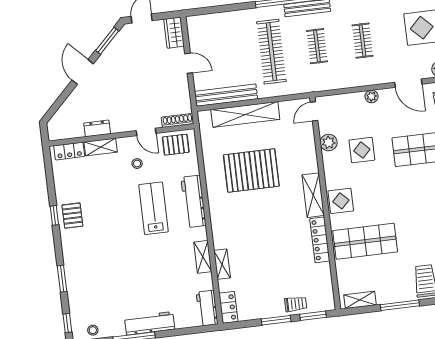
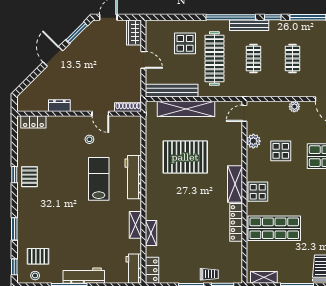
display table: (235, 38) -> (185, 43), added
pallet: (176, 145) -> (38, 256), moved
shelving: (101, 147) -> (60, 122), removed

